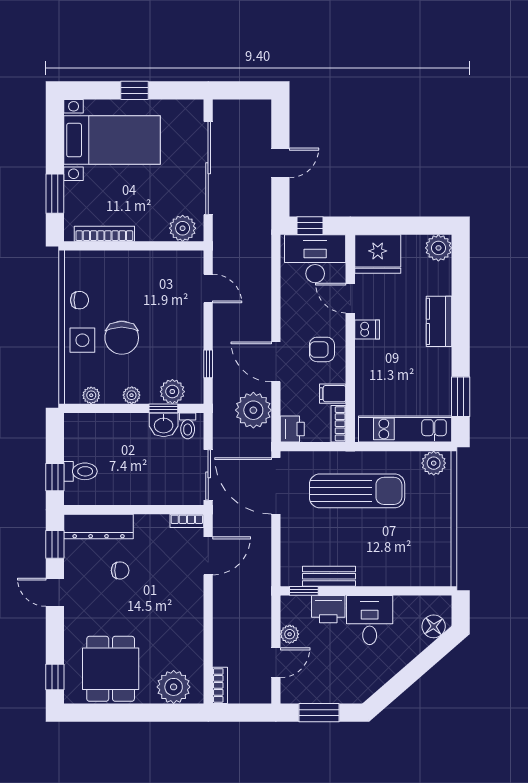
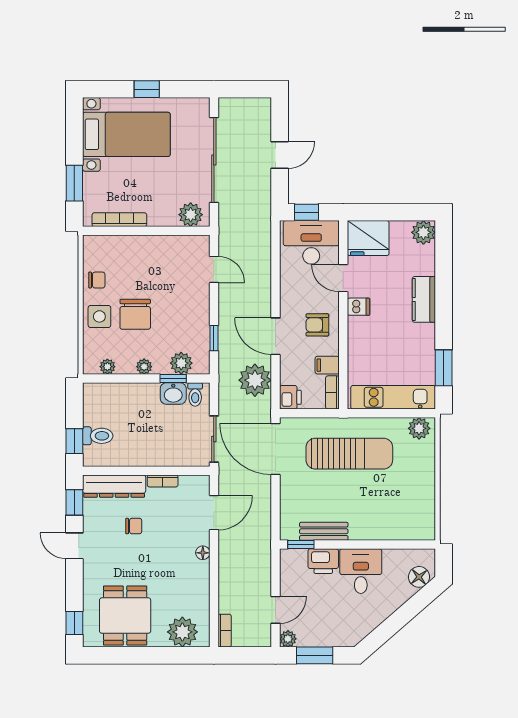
bookcase: (187, 521) -> (163, 481), moved
floor lamp: (196, 600) -> (203, 553), added
plant: (290, 634) -> (288, 639), moved

